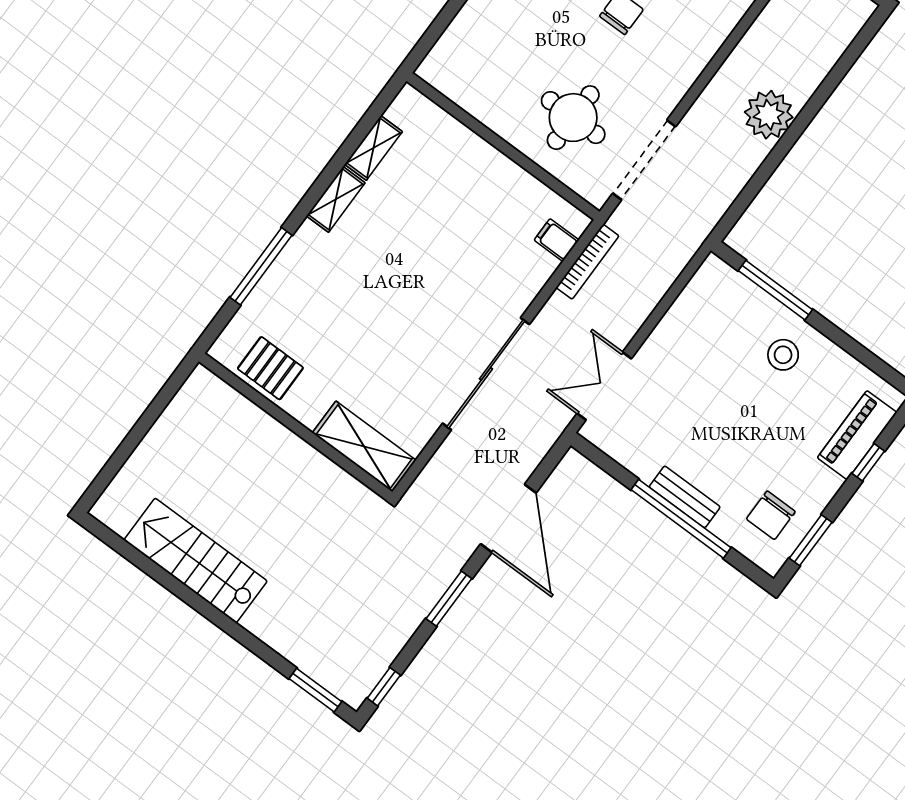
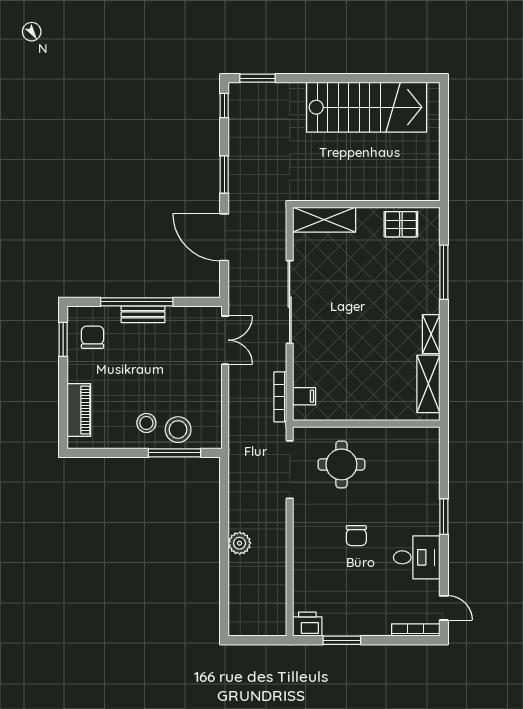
plant: (769, 115) -> (240, 543), width x0.73, depth x0.73
shelving: (373, 148) -> (428, 384), width x1.50, depth x1.33
stool: (749, 317) -> (178, 430), added
window: (868, 462) -> (63, 401), removed
stairs: (196, 561) -> (367, 107), width x1.36, depth x1.51

